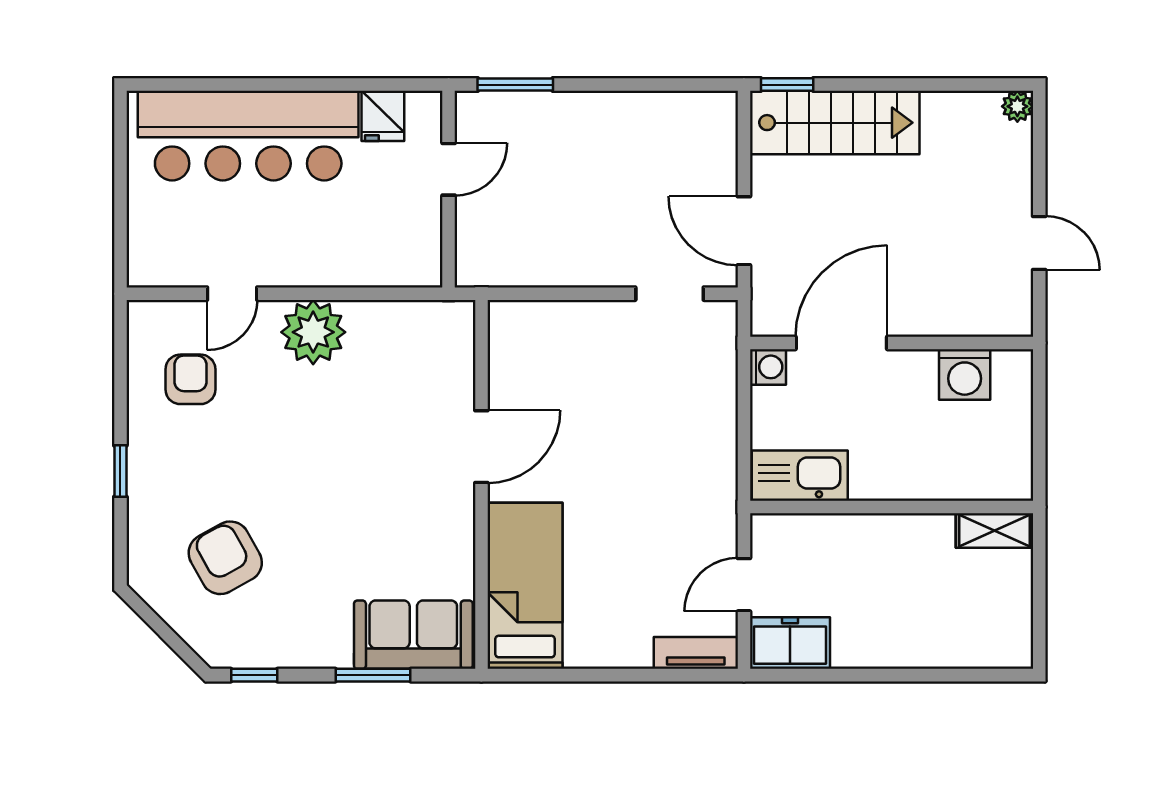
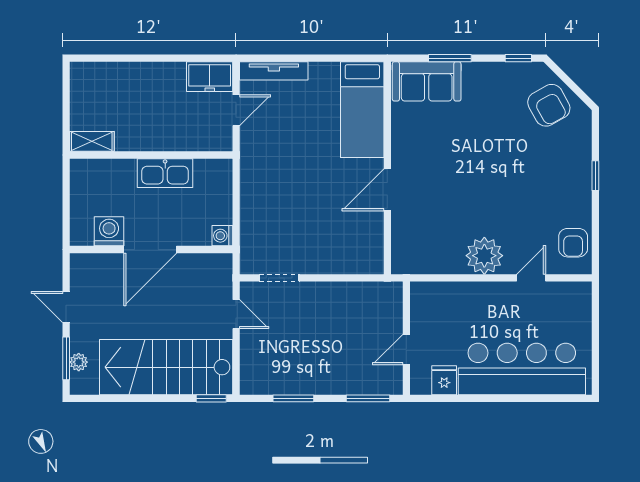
window: (645, 85) -> (293, 398), added
plant: (1017, 106) -> (79, 362), moved
stairs: (835, 123) -> (166, 367), width x1.36, depth x1.51
window: (1039, 154) -> (66, 358), added
door: (744, 231) -> (236, 314), width x0.73
door: (841, 343) -> (150, 249), moved
armchair: (190, 379) -> (573, 243), moved
kitchen sink: (800, 476) -> (165, 173), moved
armchair: (225, 558) -> (549, 105), moved
tv unit: (696, 653) -> (274, 71), width x1.41

